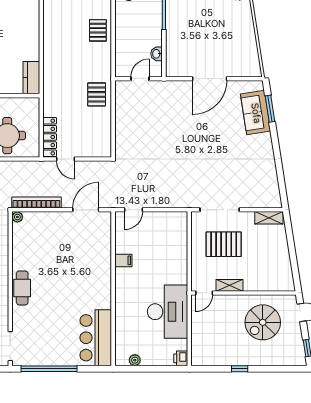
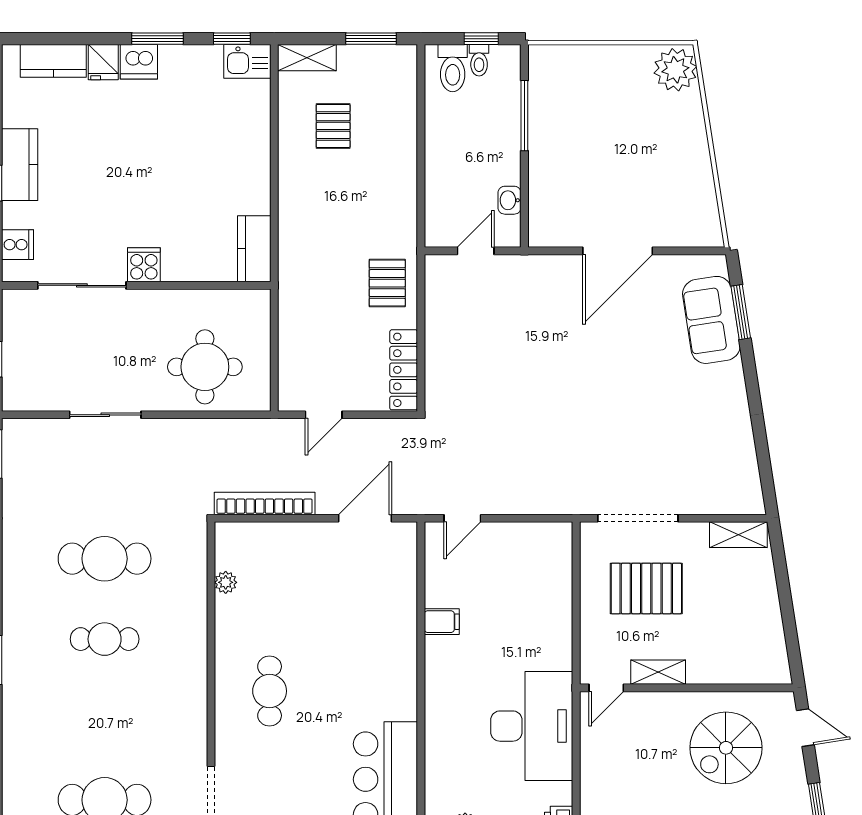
pallet: (98, 30) -> (333, 126), moved
locker: (50, 137) -> (404, 370), moved, turned 180
door: (65, 159) -> (324, 415), hinge flipped
plant: (17, 217) -> (226, 582), moved
cafe table: (22, 288) -> (270, 691), moved

